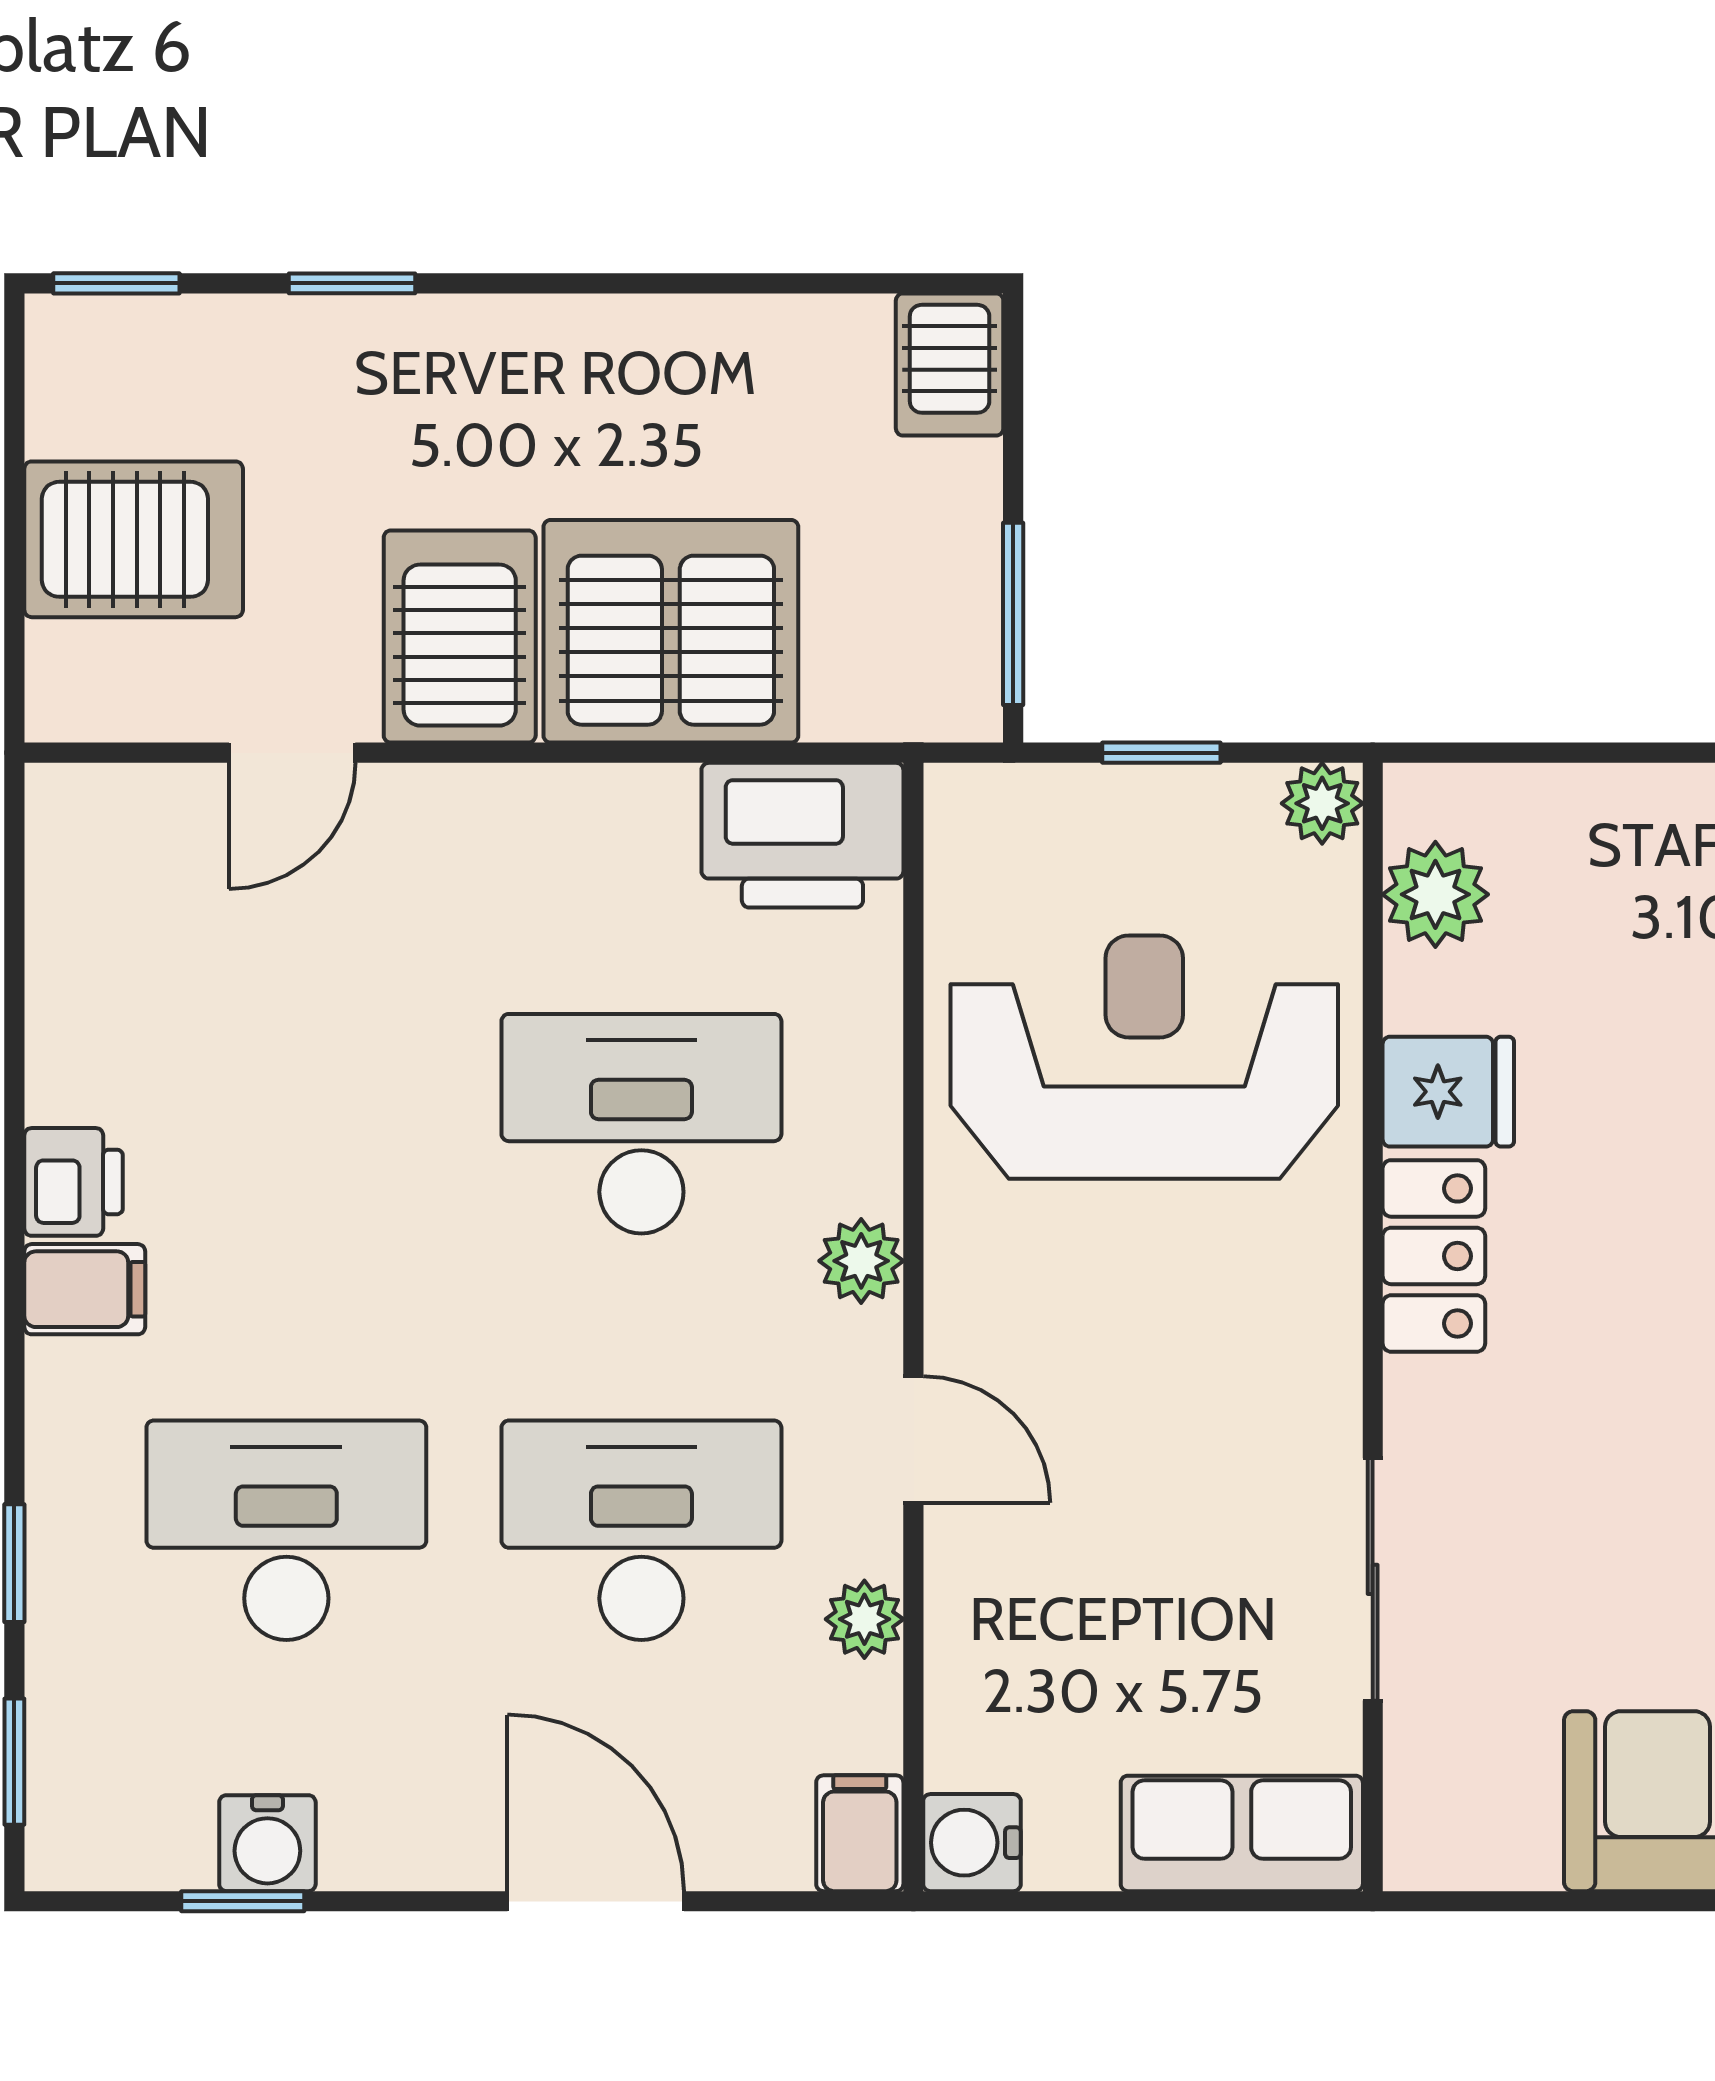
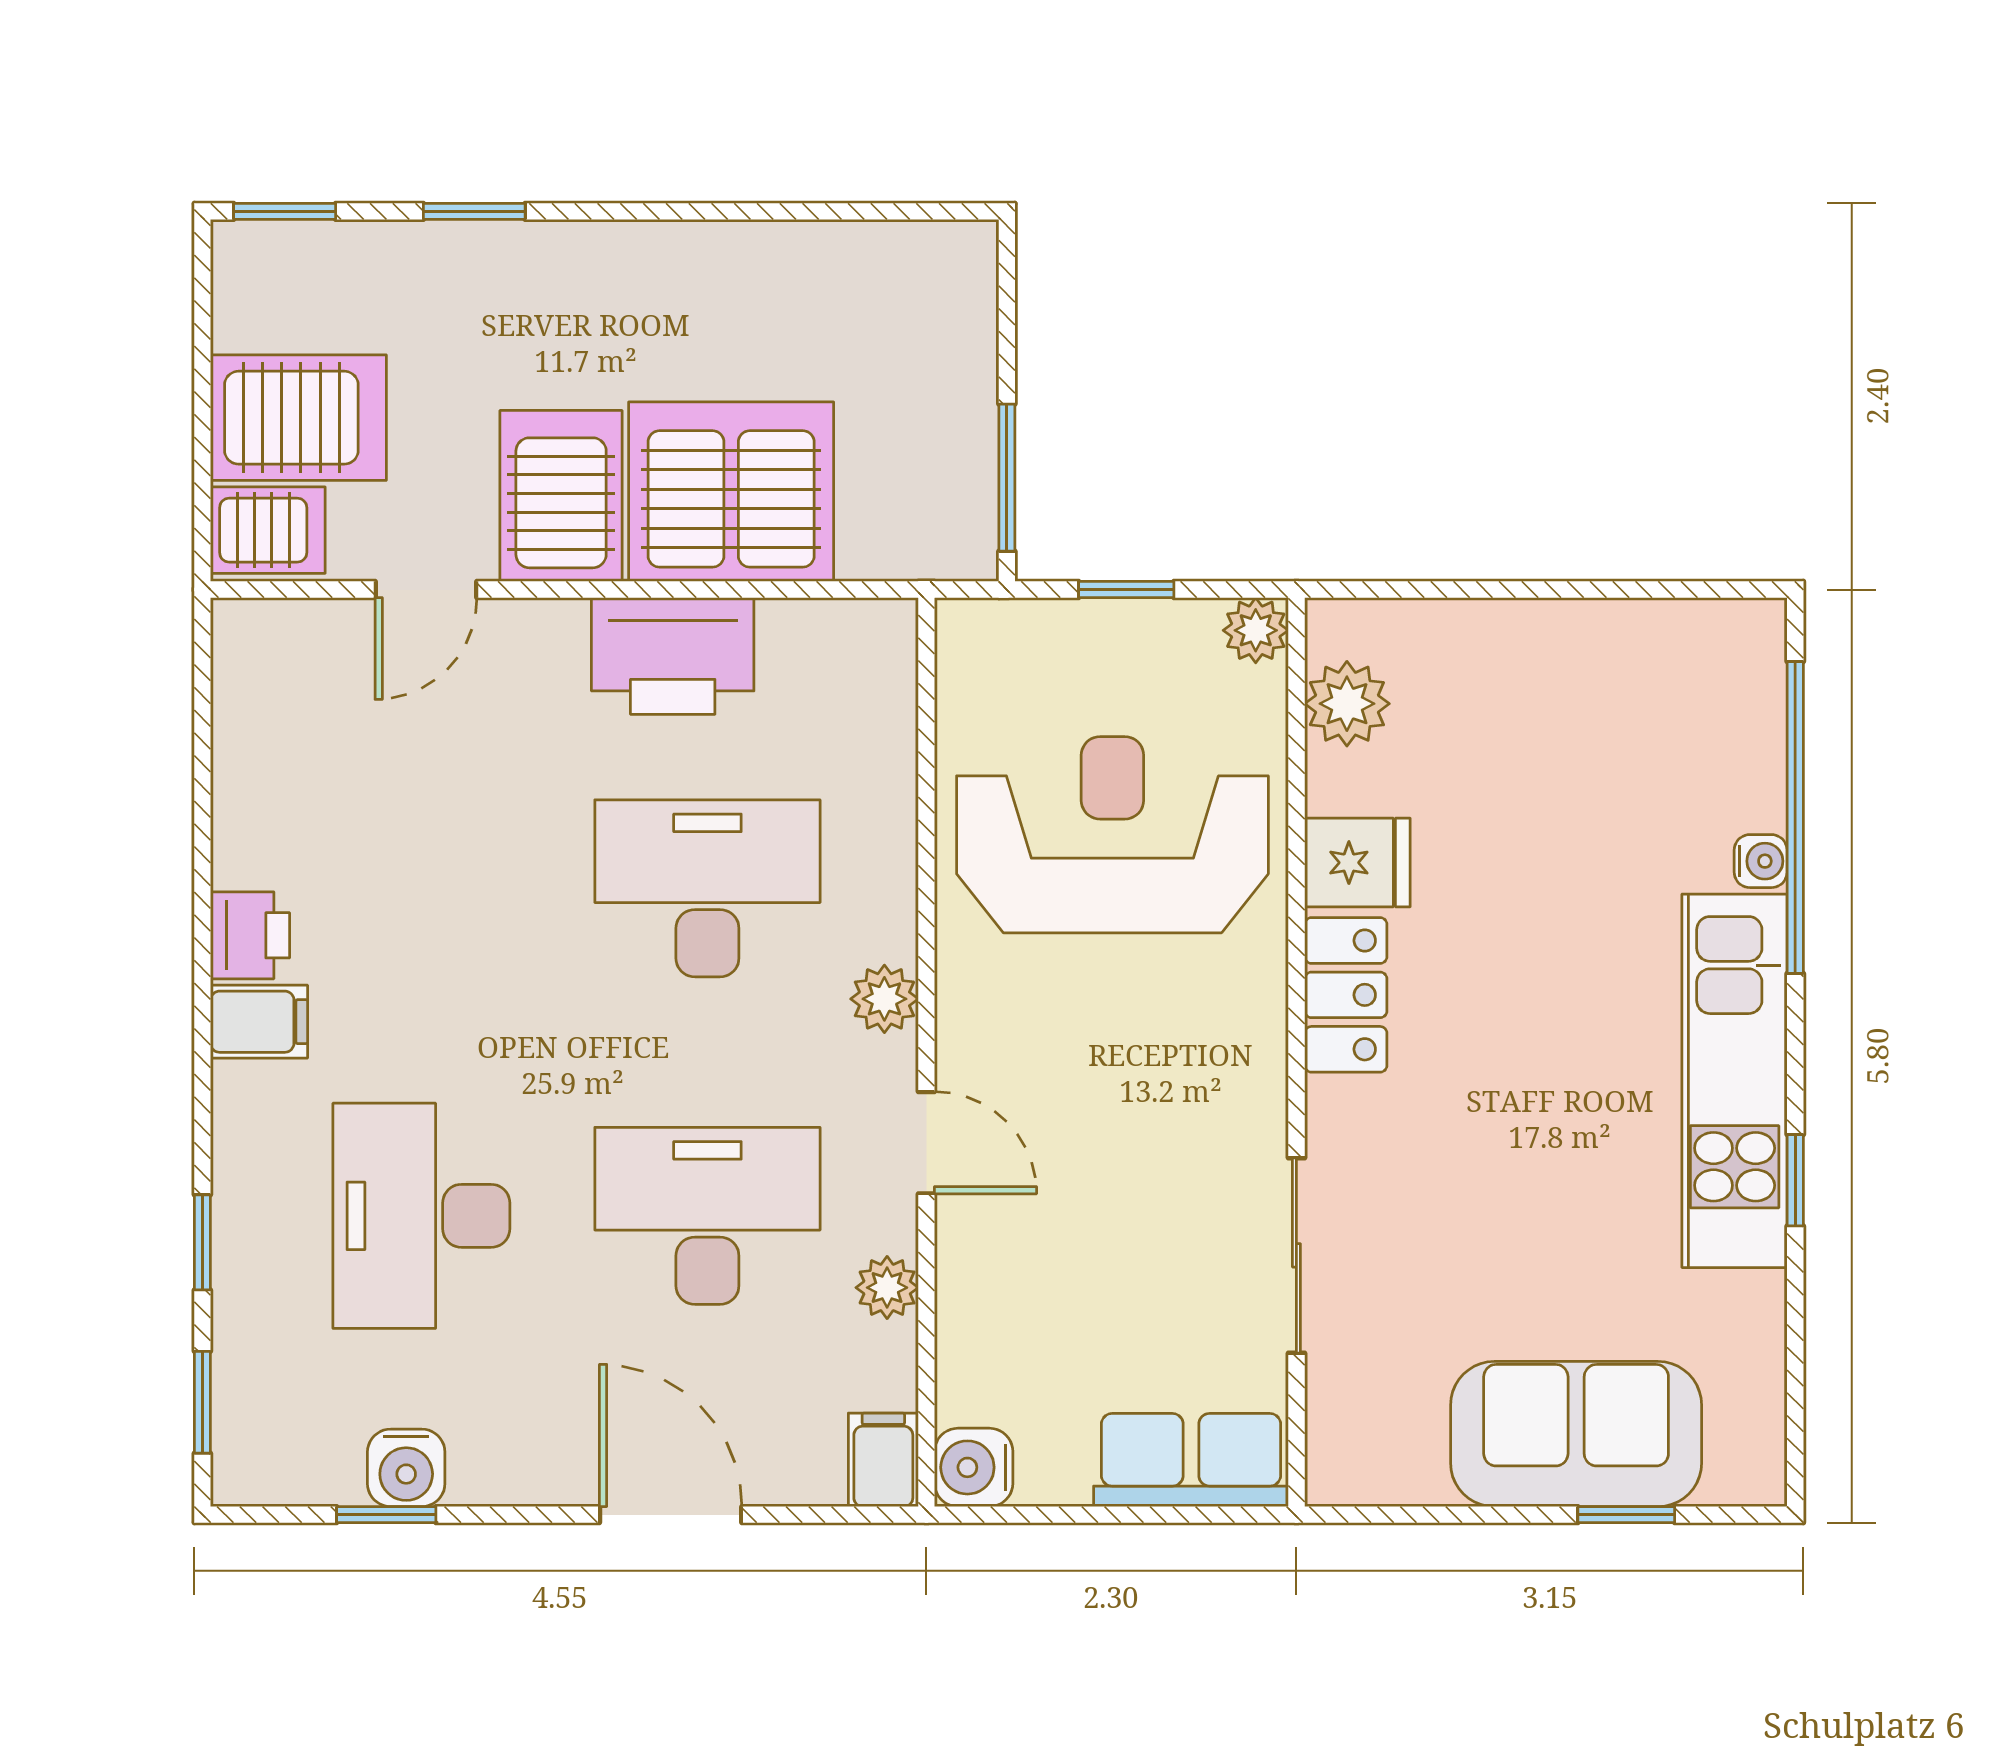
server rack: (950, 364) -> (268, 530), moved, turned -90
printer: (802, 835) -> (673, 656), moved
desk: (286, 1530) -> (421, 1216), turned -90

